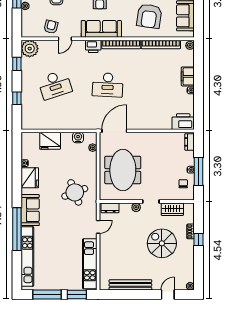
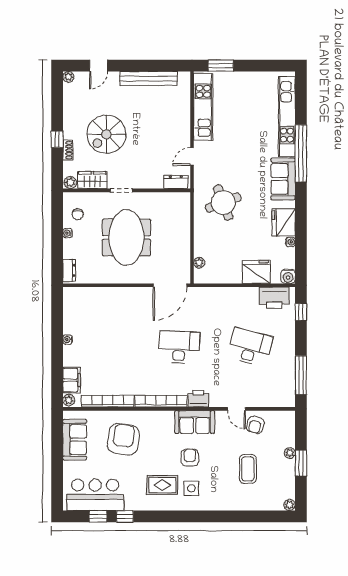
sofa: (101, 29) -> (195, 422), width x0.73
door: (65, 39) -> (236, 409), swing flipped
plant: (30, 49) -> (284, 396), removed
window: (17, 64) -> (301, 375), width x2.17
filing cabinet: (188, 76) -> (71, 380), moved
desk: (55, 85) -> (250, 347), turned 33
window: (17, 98) -> (301, 312), moved
printer: (183, 122) -> (274, 298), moved
water cooler: (78, 137) -> (288, 276), moved
meeting table: (123, 170) -> (126, 237), moved
window: (198, 172) -> (57, 231), removed
plant: (136, 207) -> (70, 183), moved
spiral stairs: (162, 243) -> (106, 134), turned 90
window: (47, 294) -> (260, 66), removed

